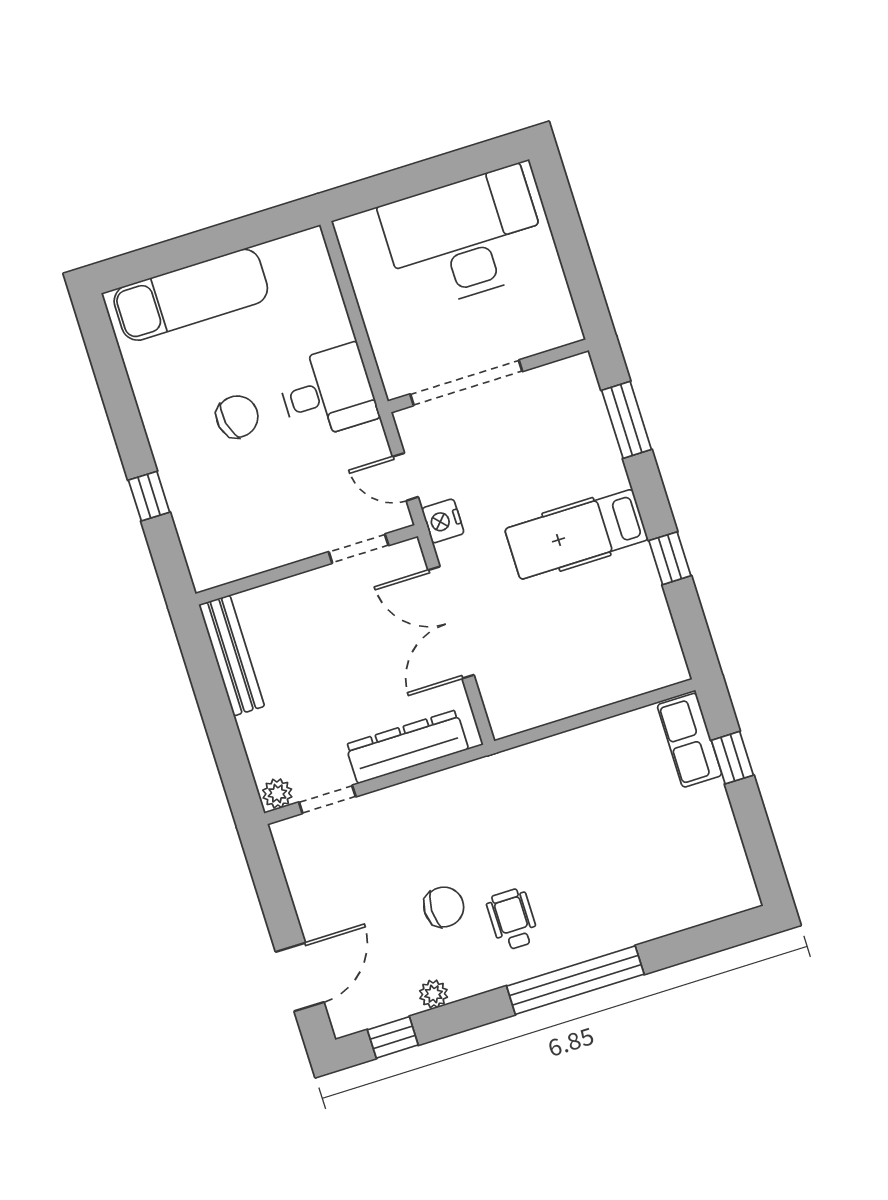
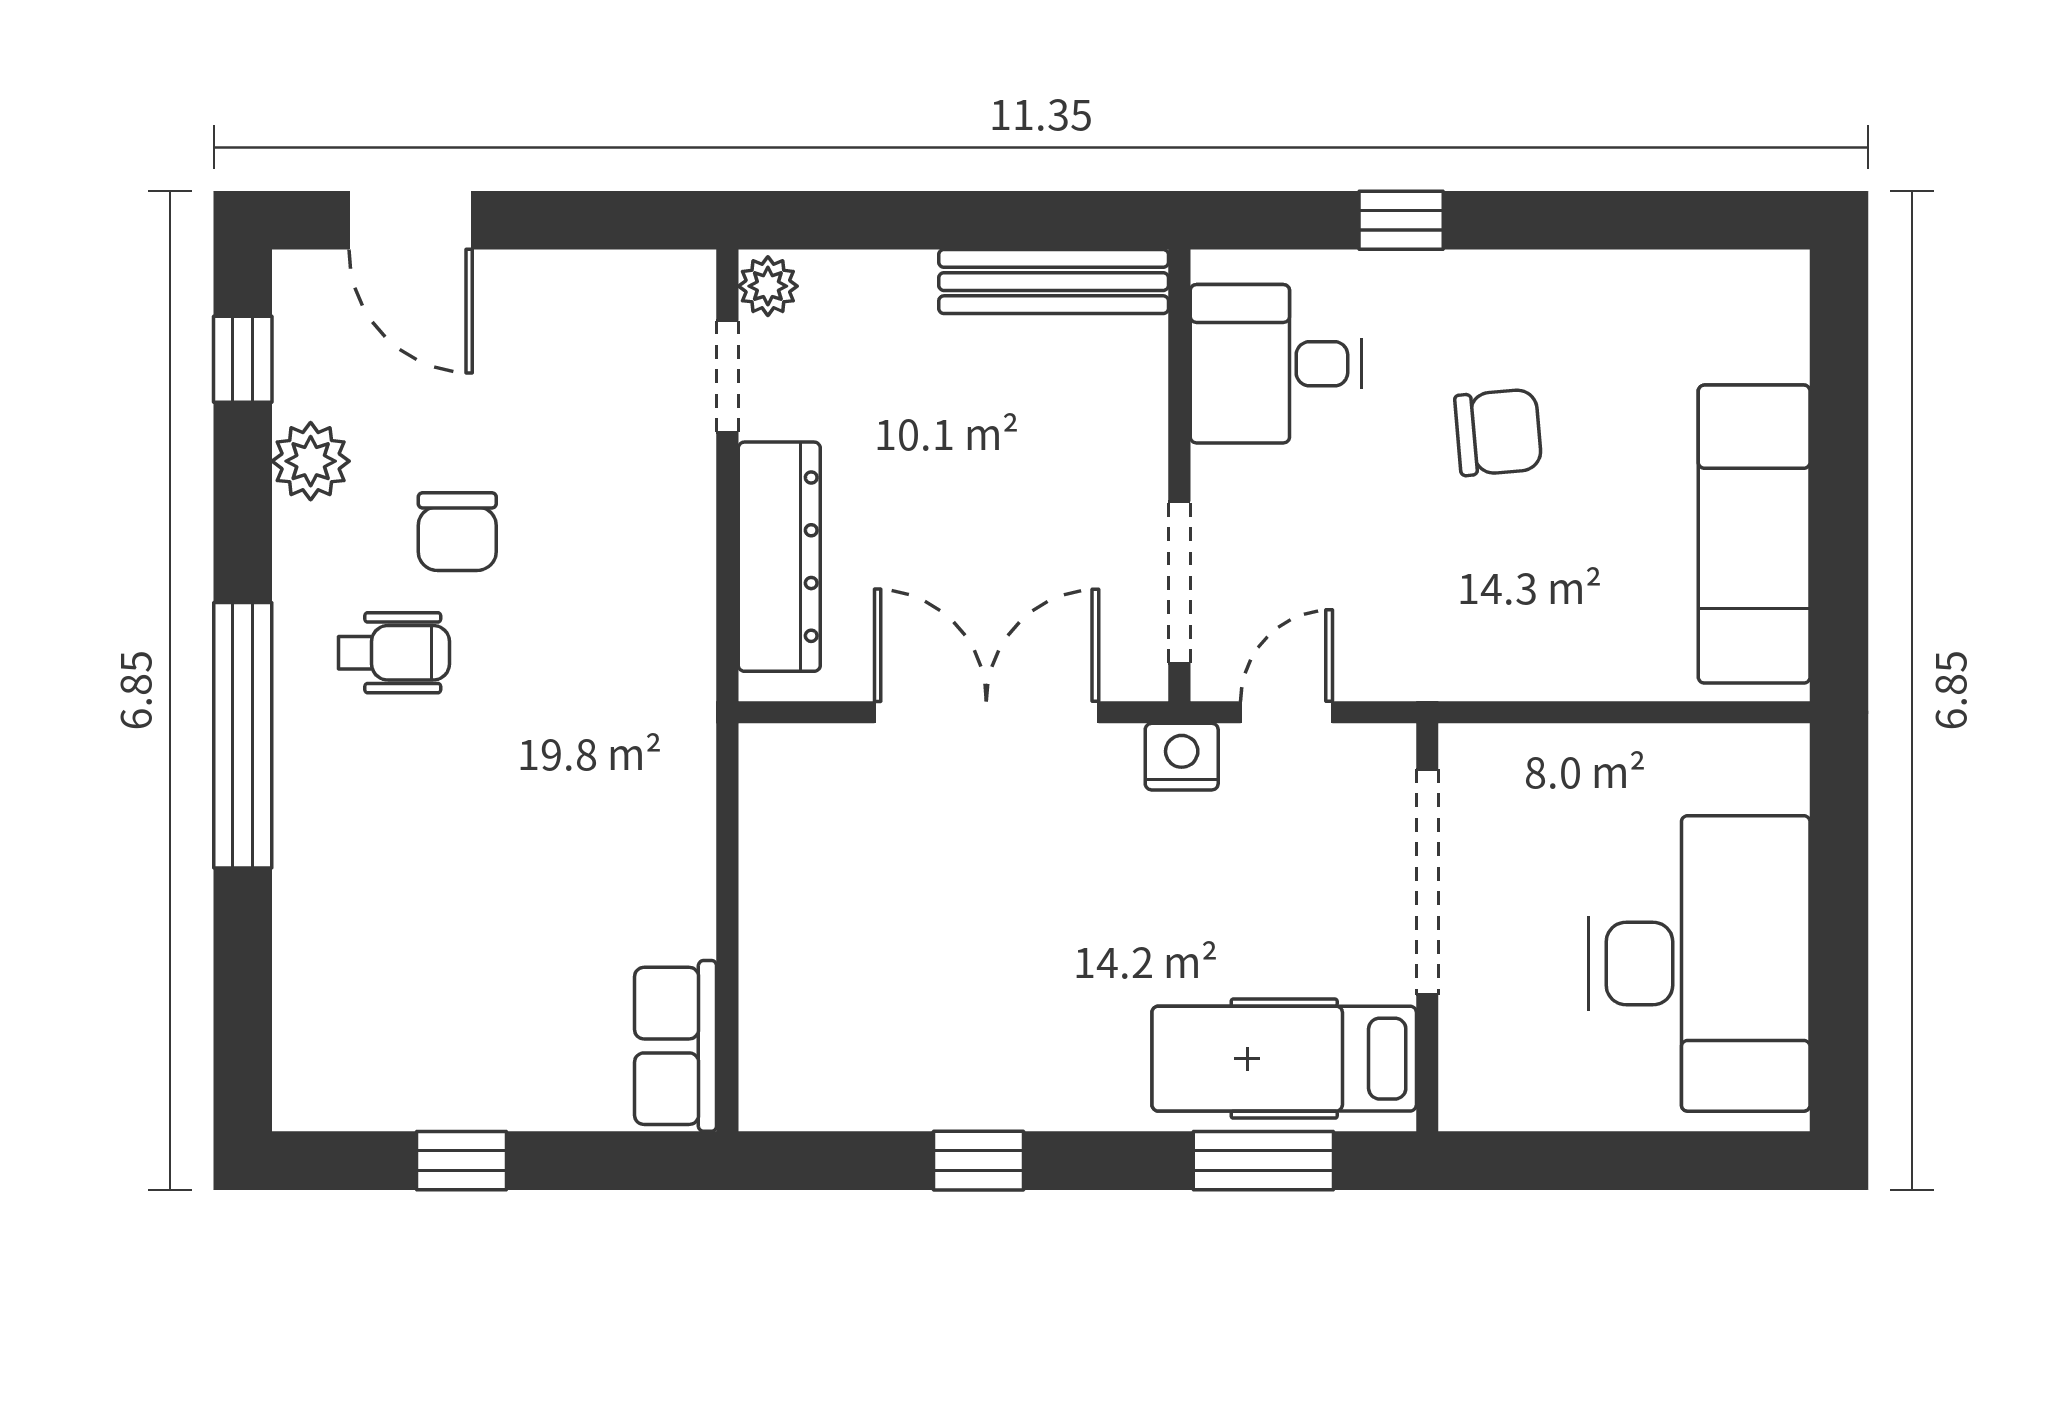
exam couch: (191, 295) -> (1754, 534), moved
desk: (327, 392) -> (1276, 364), moved, turned 90
chair: (237, 417) -> (1498, 432), turned -83
hospital bed: (576, 534) -> (1284, 1059), moved, turned -90
doorway: (359, 549) -> (1179, 582), width x1.38
row of seats: (690, 740) -> (676, 1046), moved, turned -90
window: (732, 758) -> (462, 1161), moved
plant: (434, 994) -> (311, 461), width x1.38, depth x1.38

